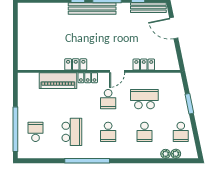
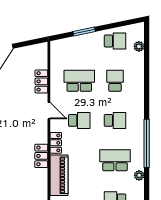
school desk: (144, 99) -> (79, 81), turned 90
school desk: (144, 132) -> (115, 81), turned -90
plant: (166, 154) -> (139, 175), moved

